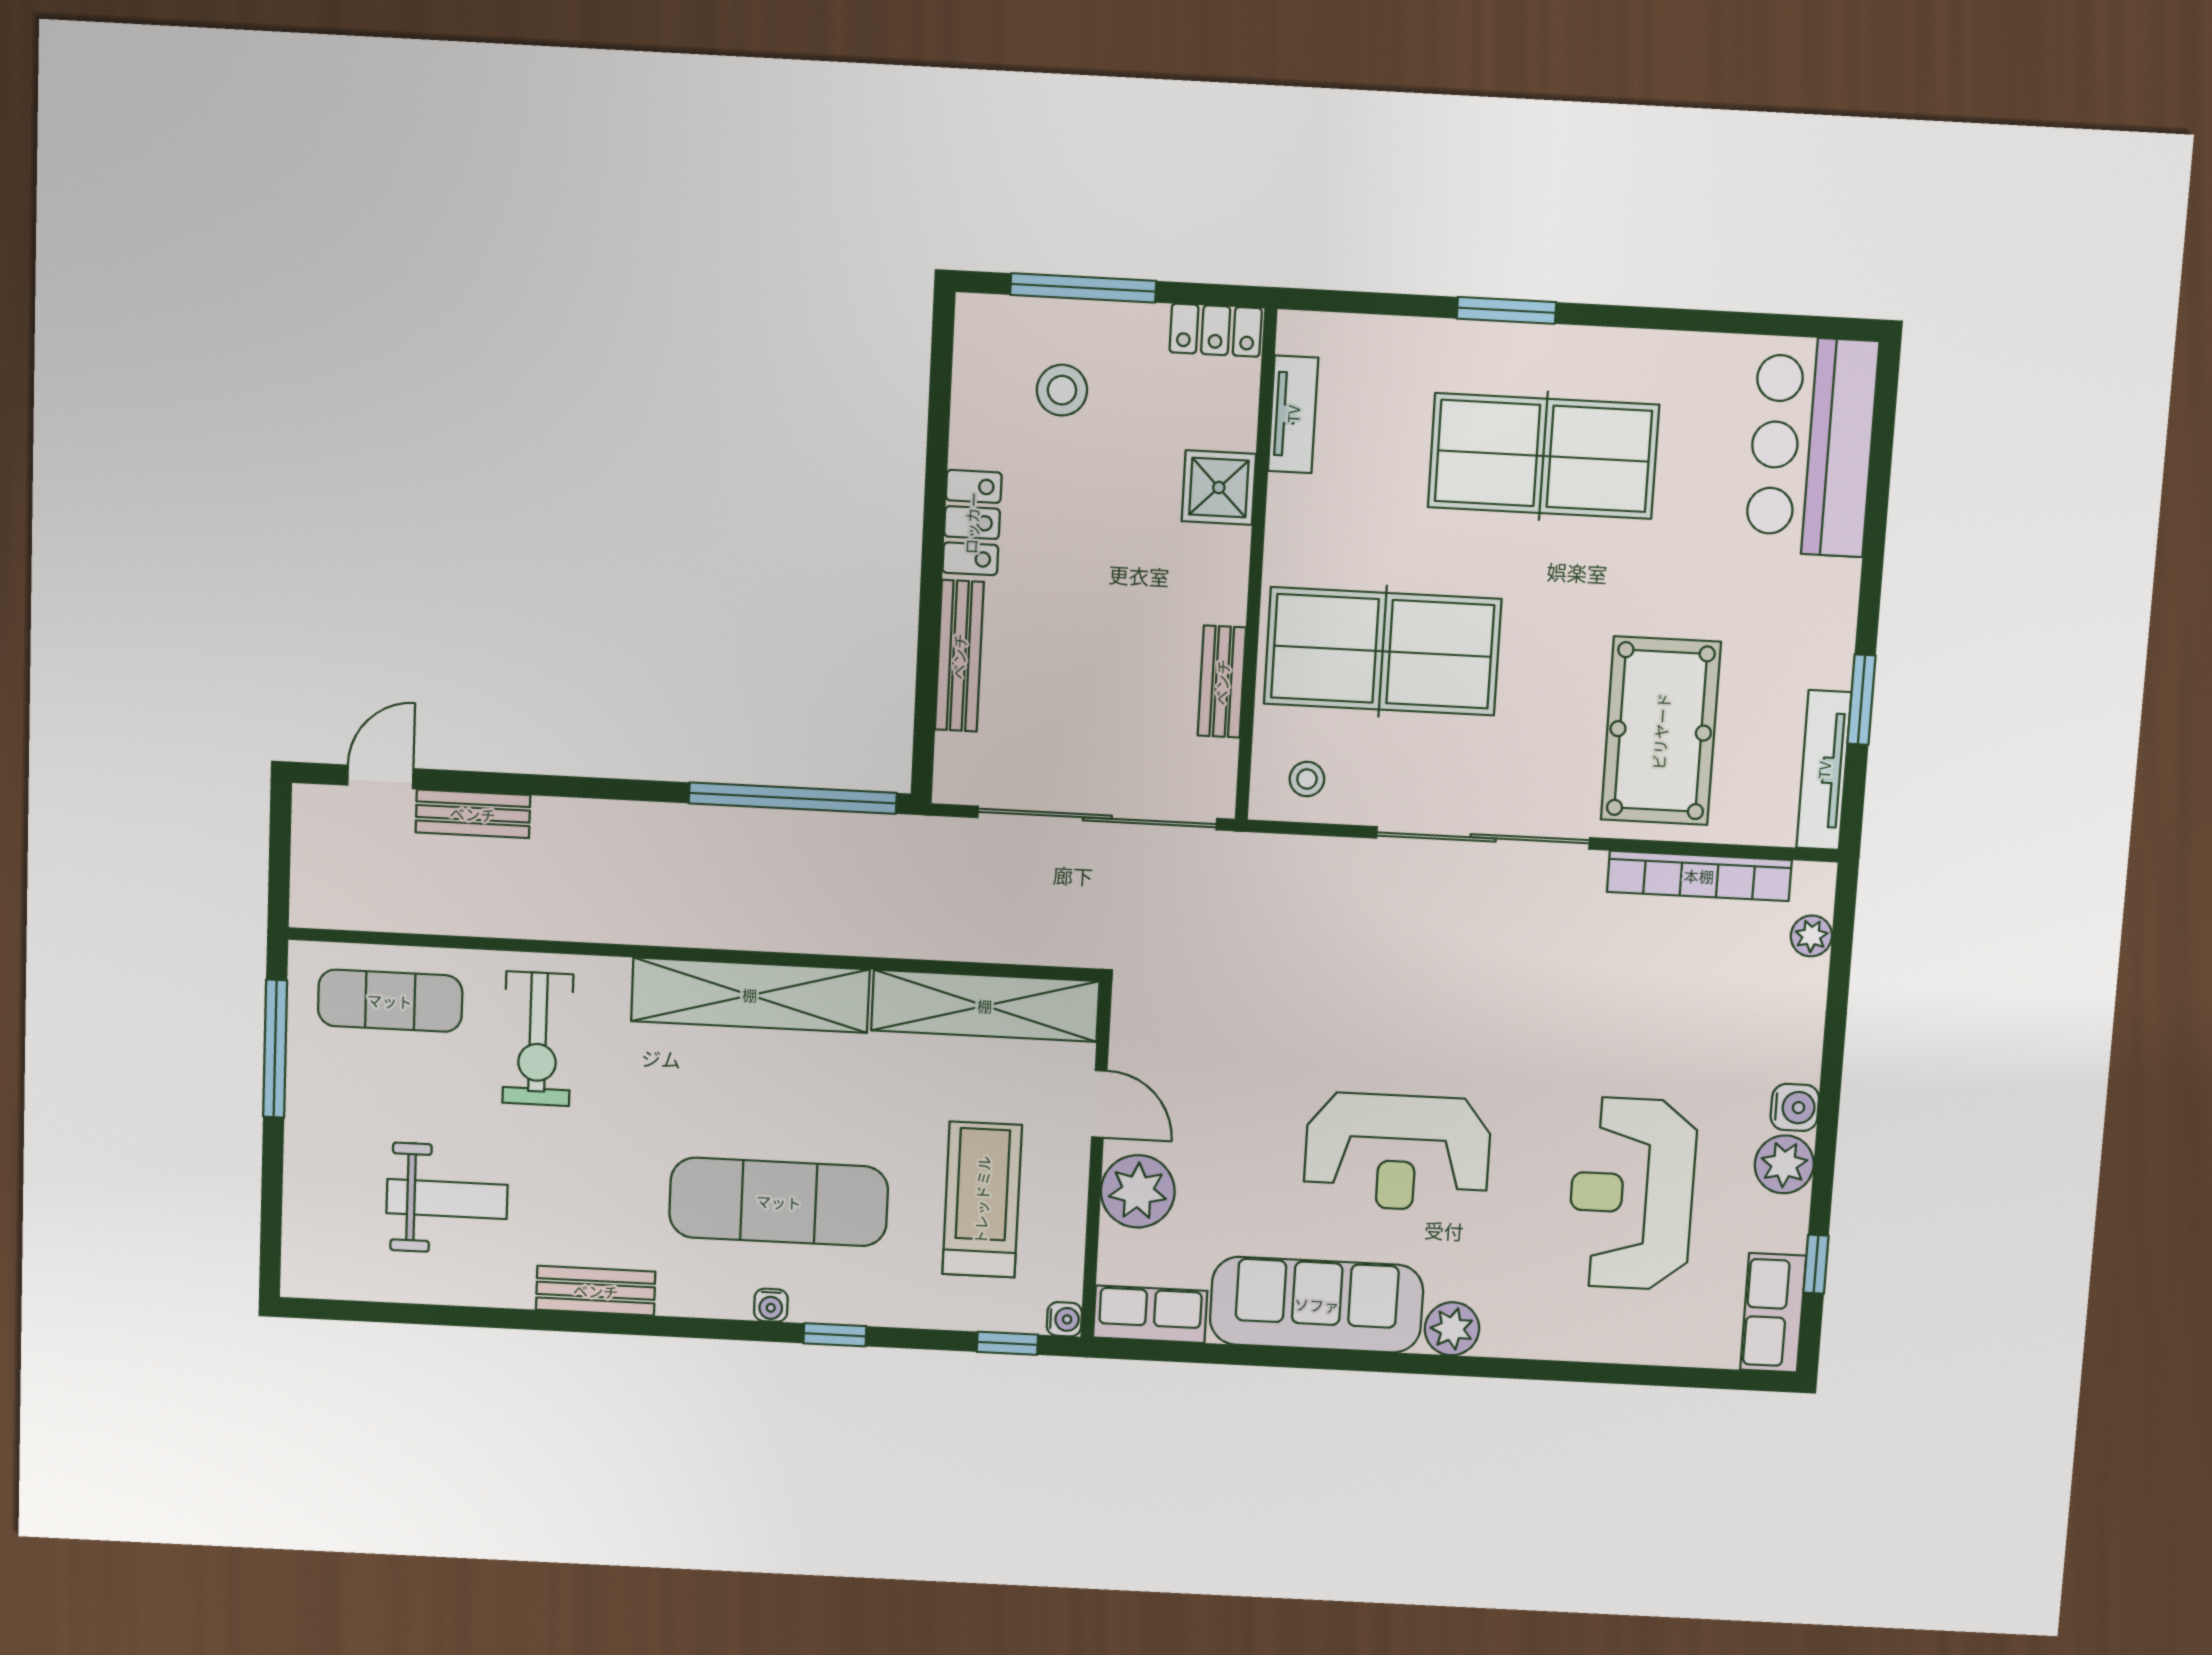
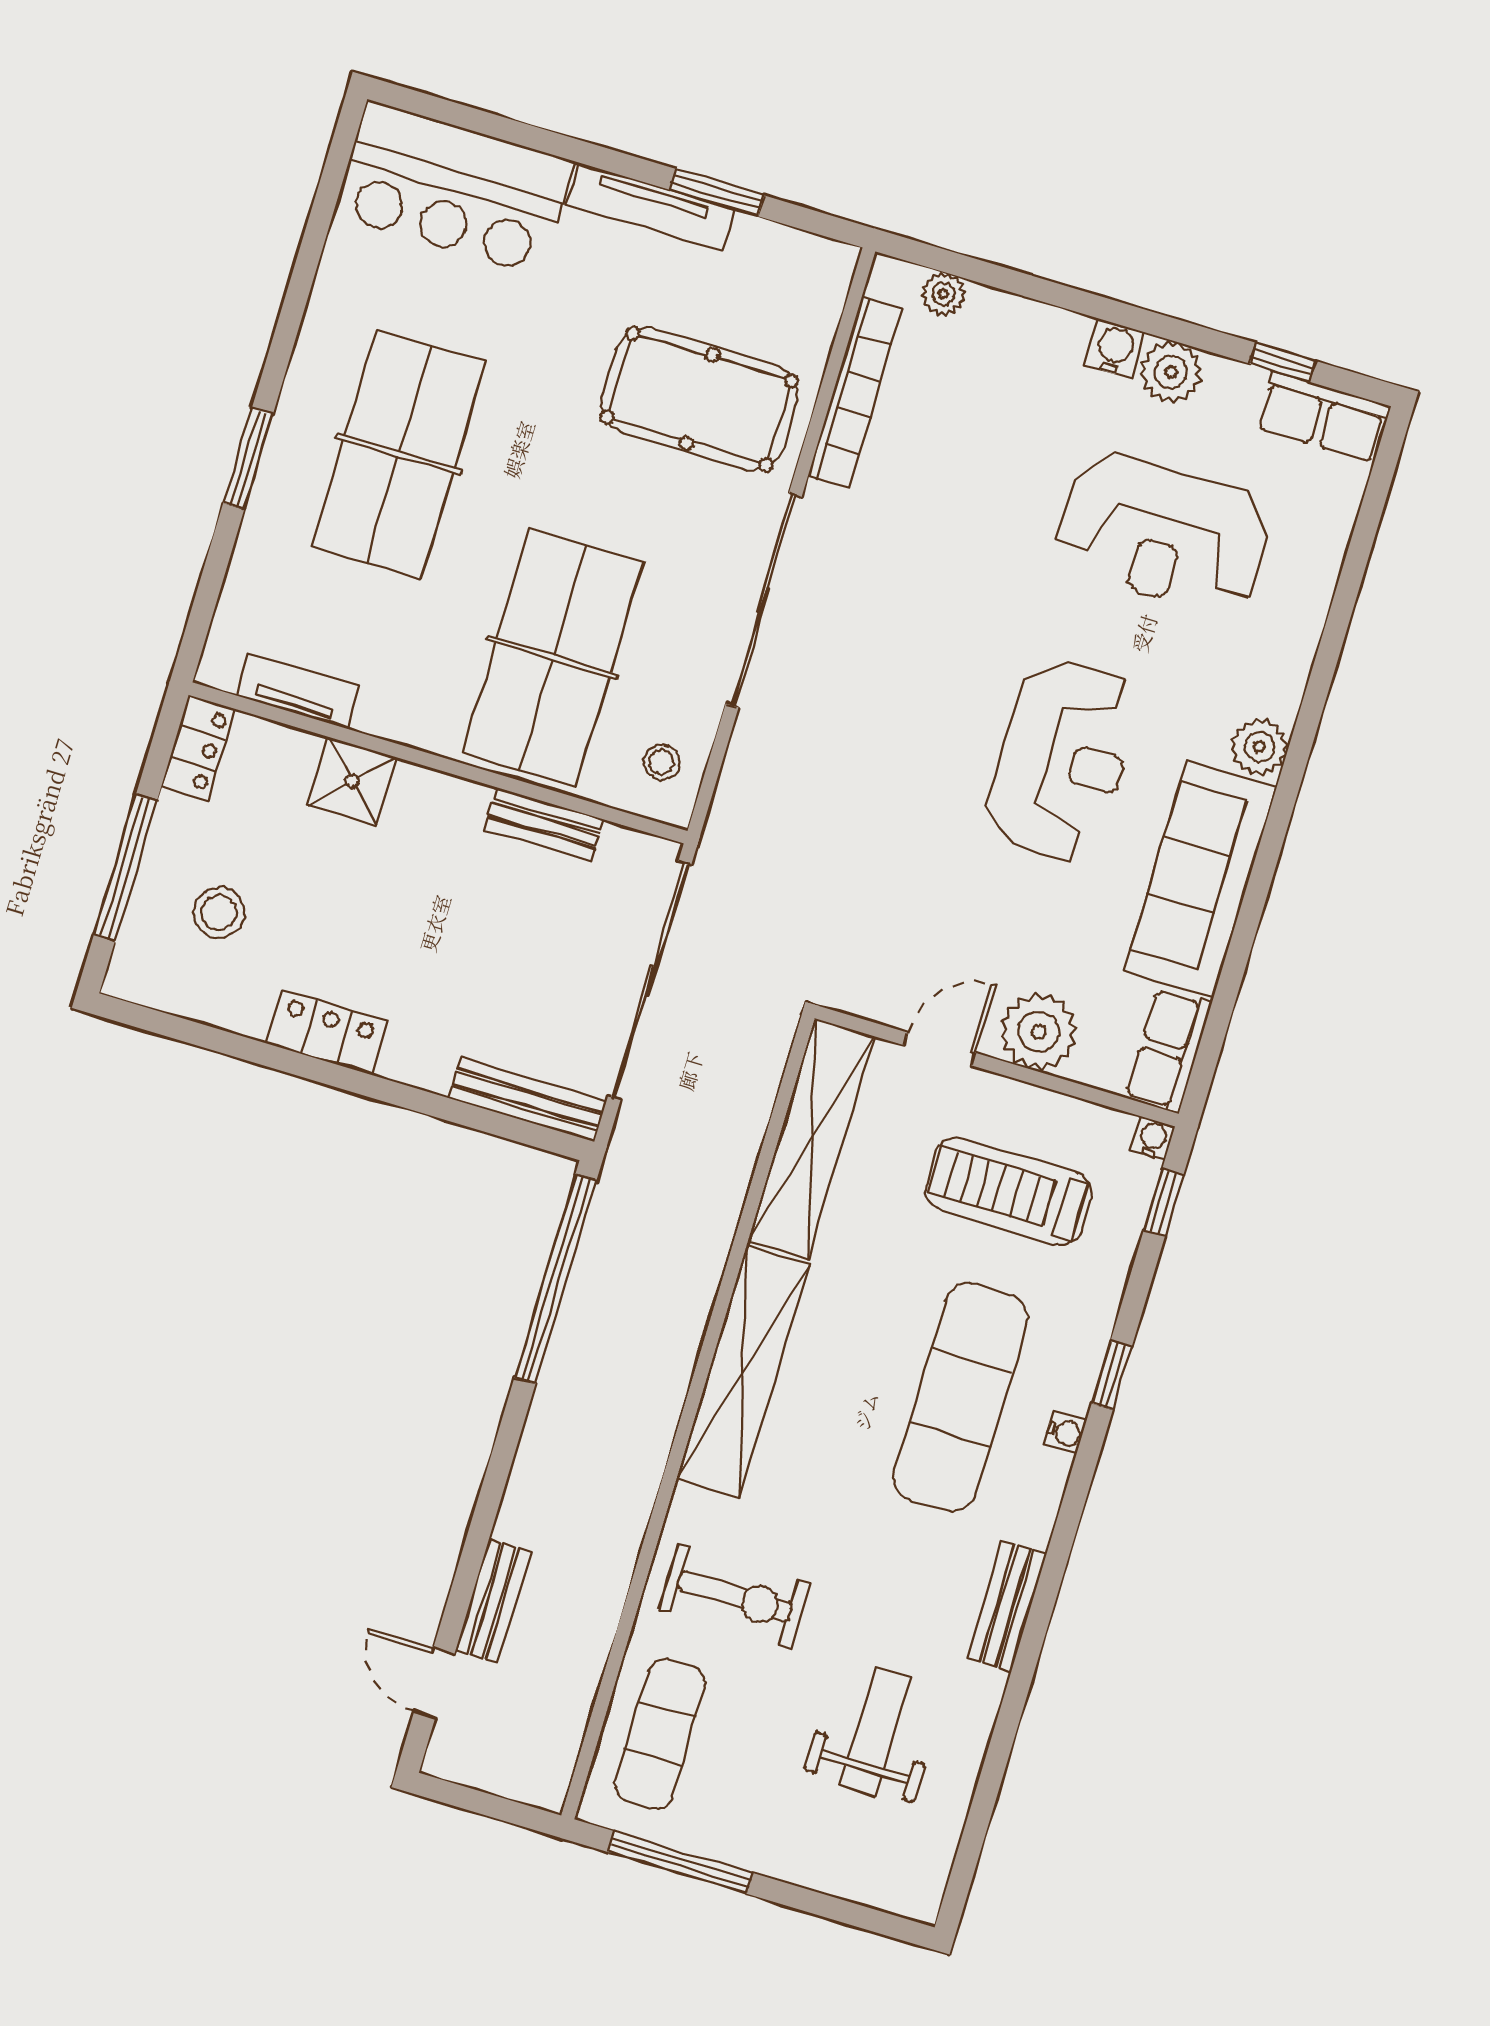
bench: (959, 656) -> (527, 1100), moved
tv unit: (1824, 770) -> (651, 207), moved

